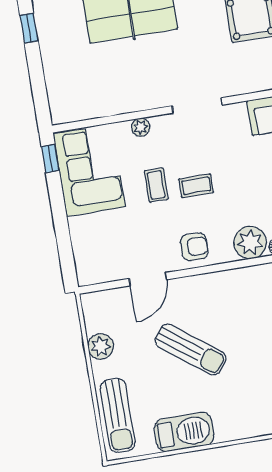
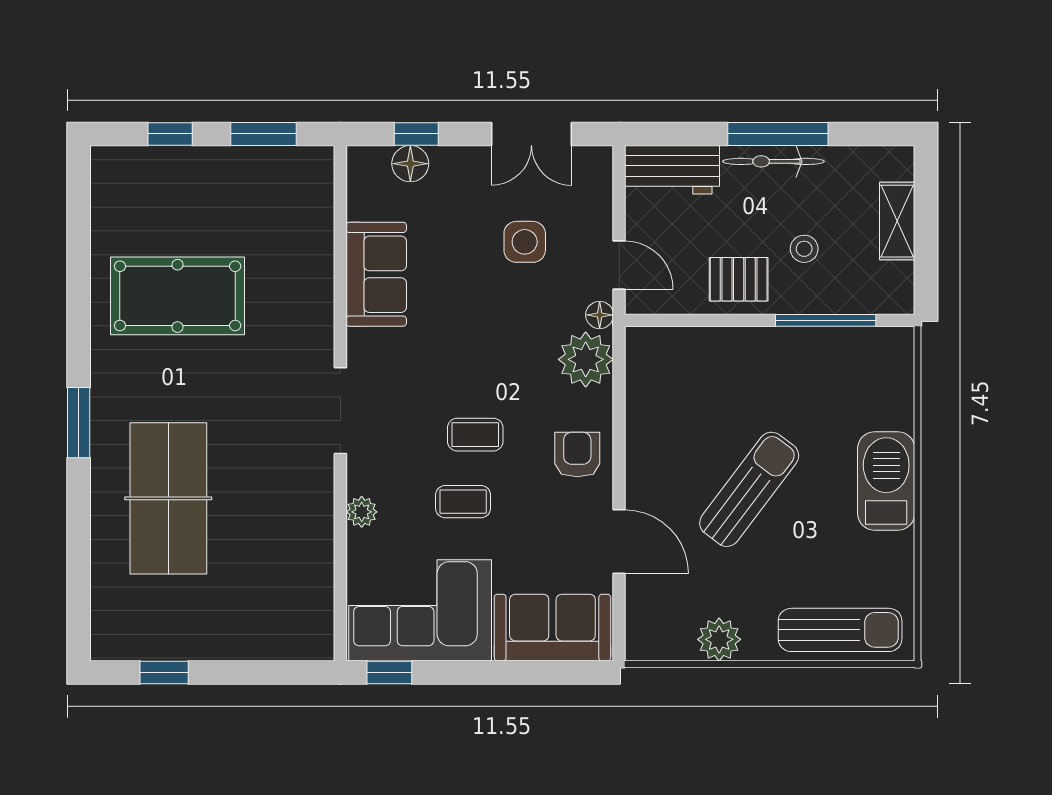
coffee table: (196, 186) -> (475, 435), turned 90
sofa: (92, 249) -> (552, 628), added
barbecue: (184, 432) -> (886, 481), moved

